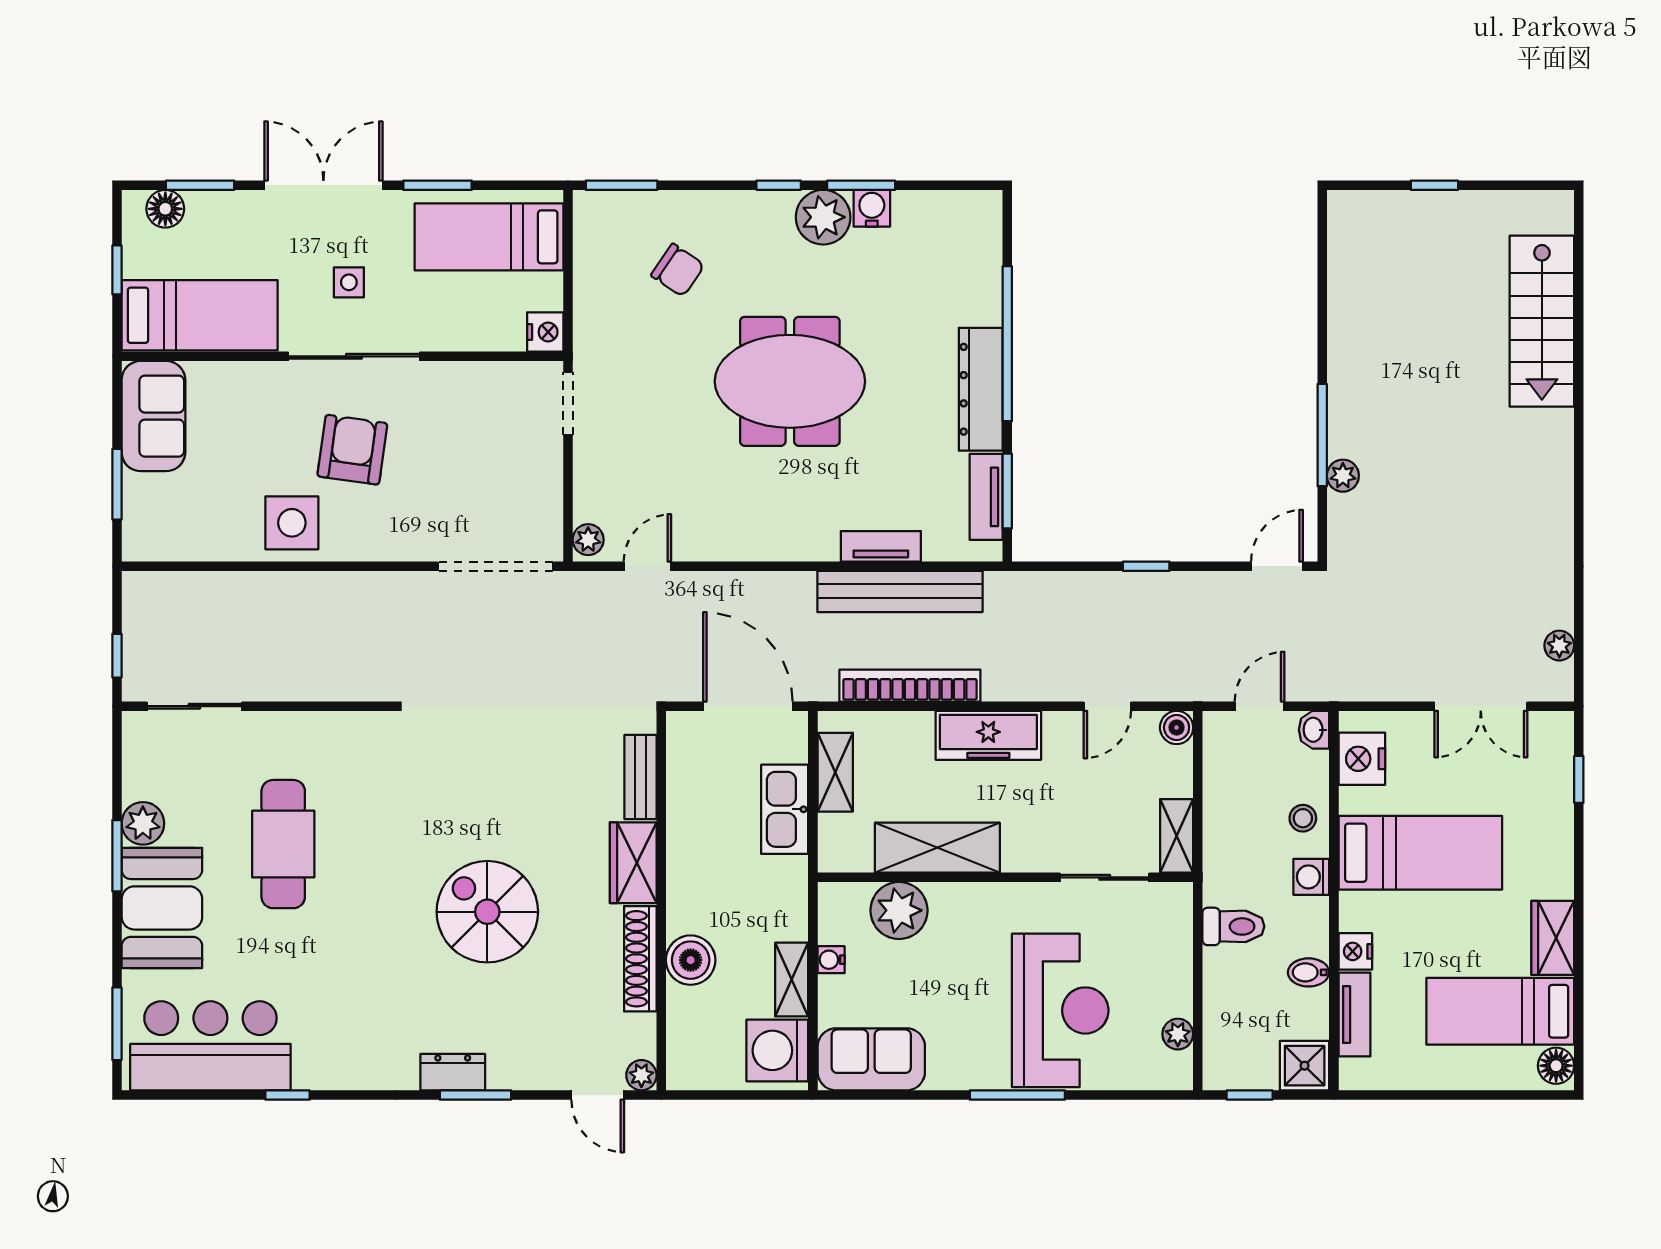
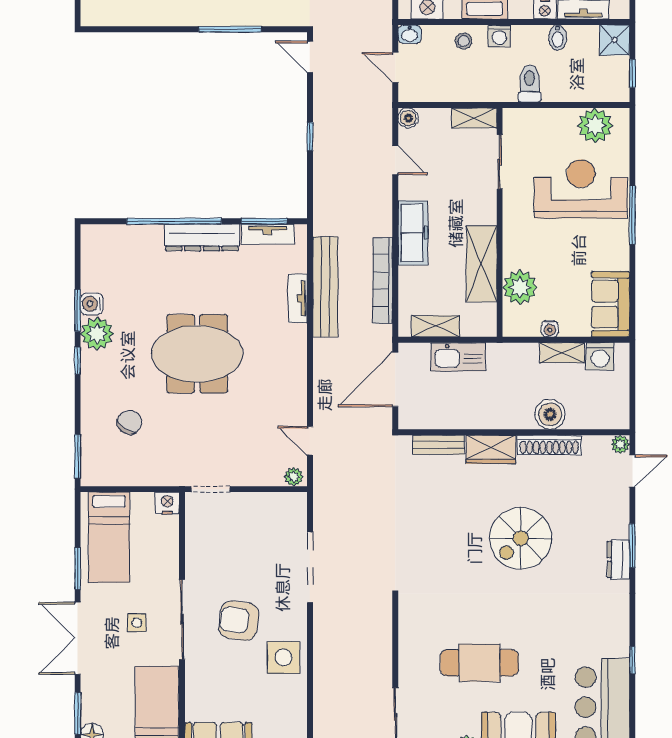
meeting table: (790, 381) -> (197, 354), turned 90
plant: (1343, 476) -> (255, 17), removed
doorway: (496, 566) -> (310, 567), moved
plant: (1178, 1034) -> (595, 125), width x1.88, depth x1.88
washing machine: (777, 1050) -> (600, 356), width x0.73, depth x0.73

